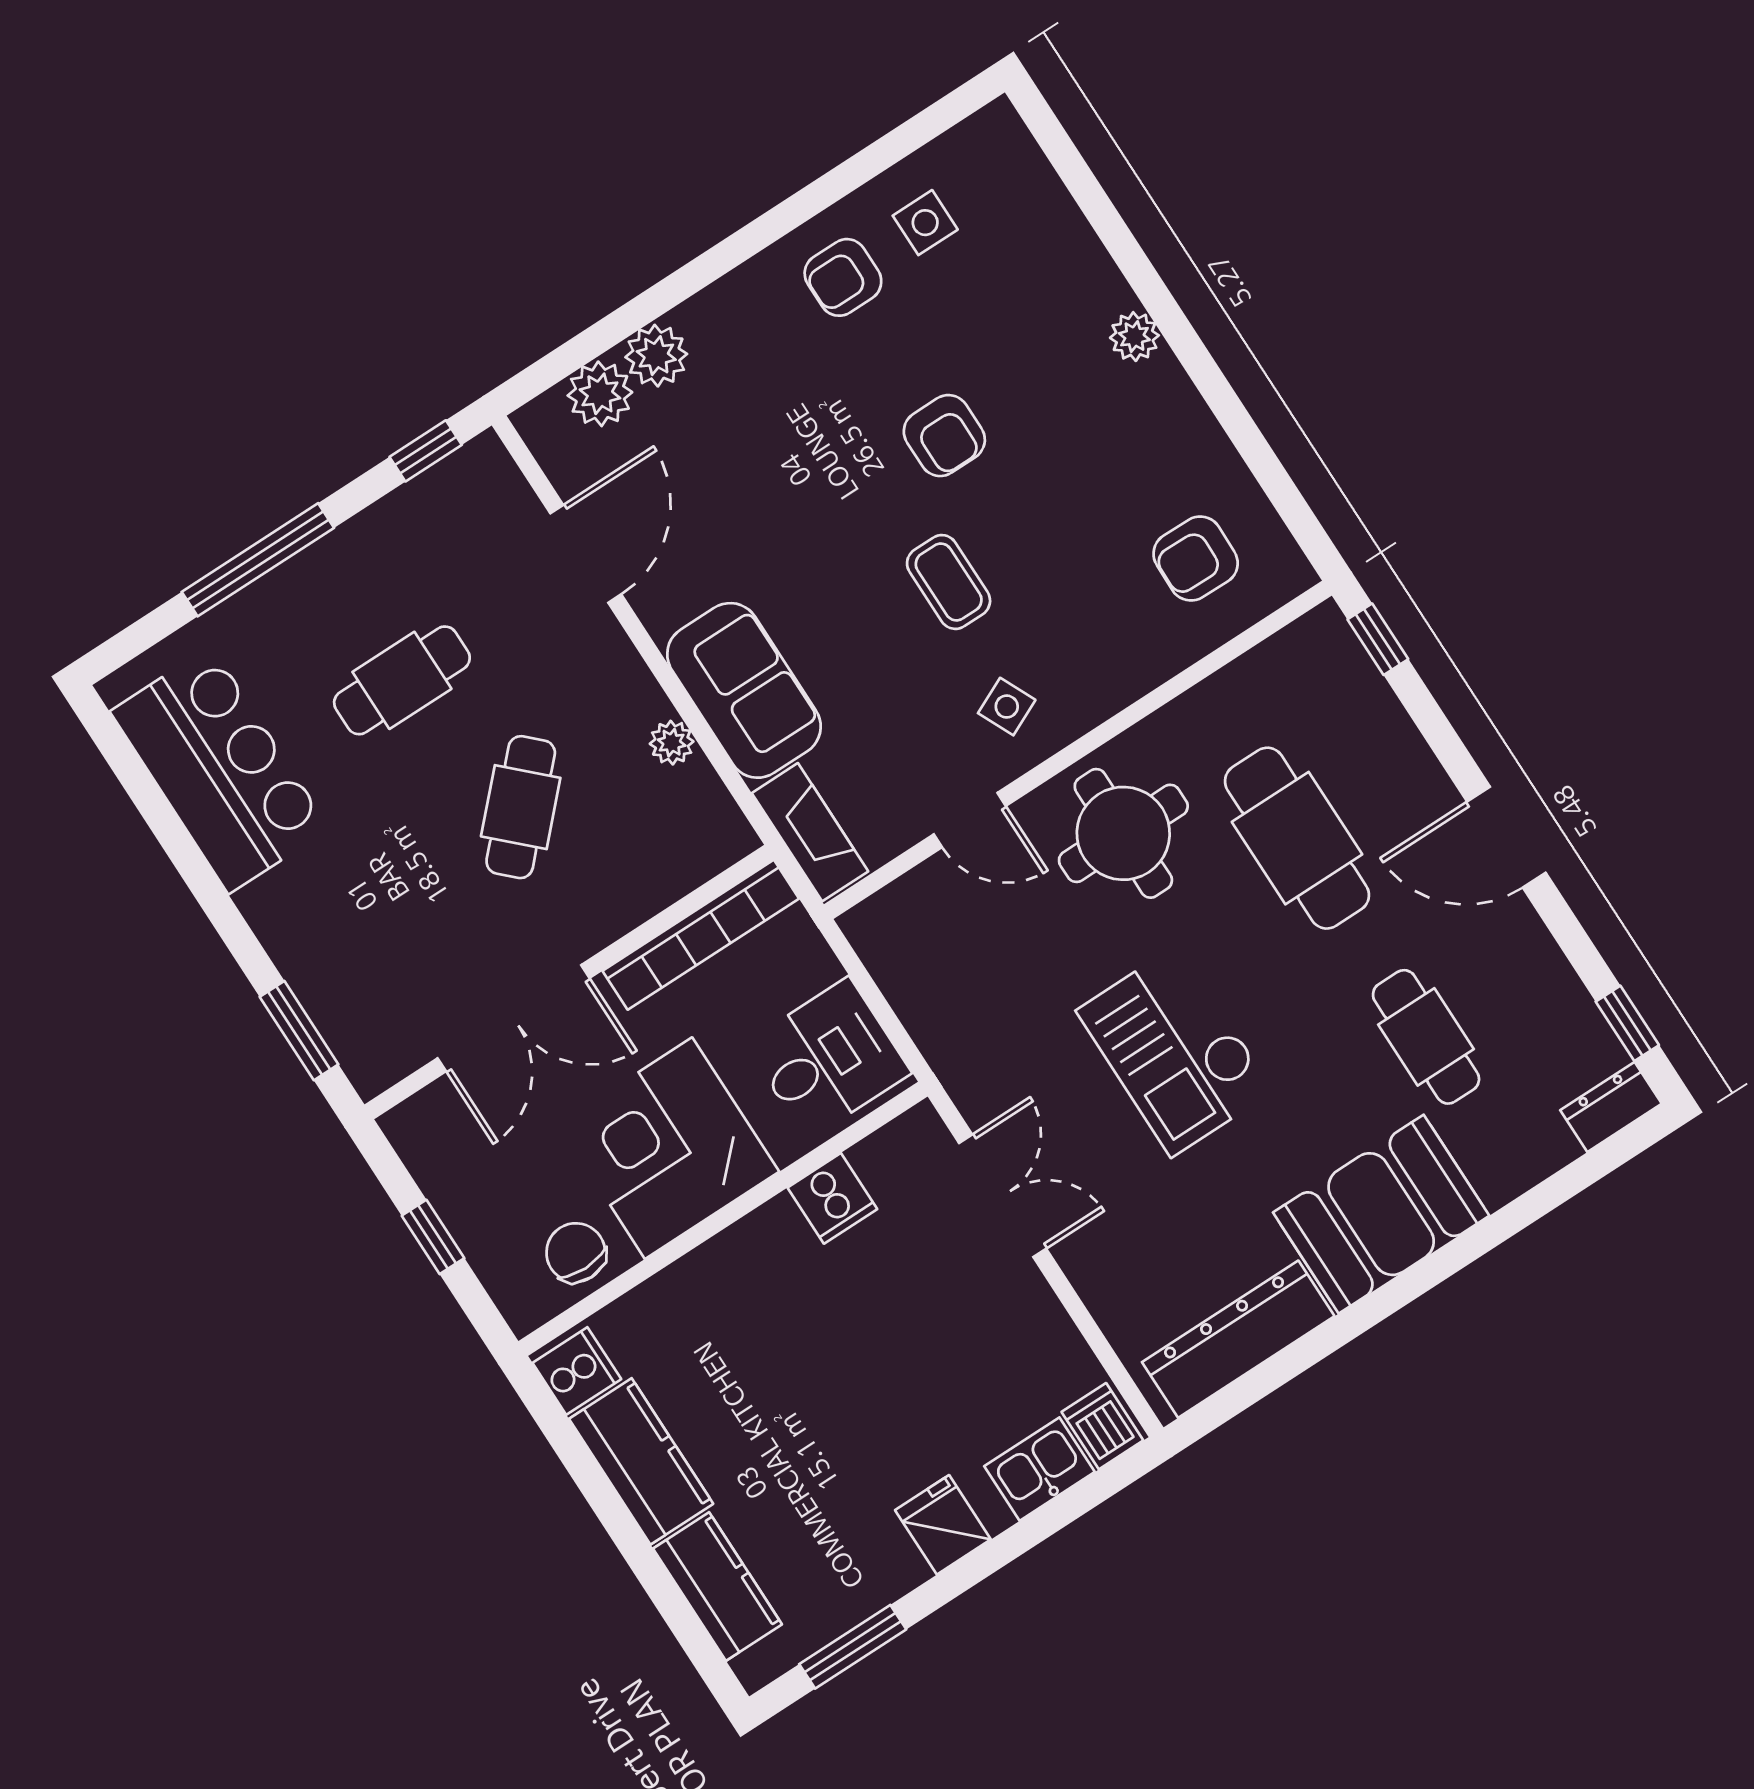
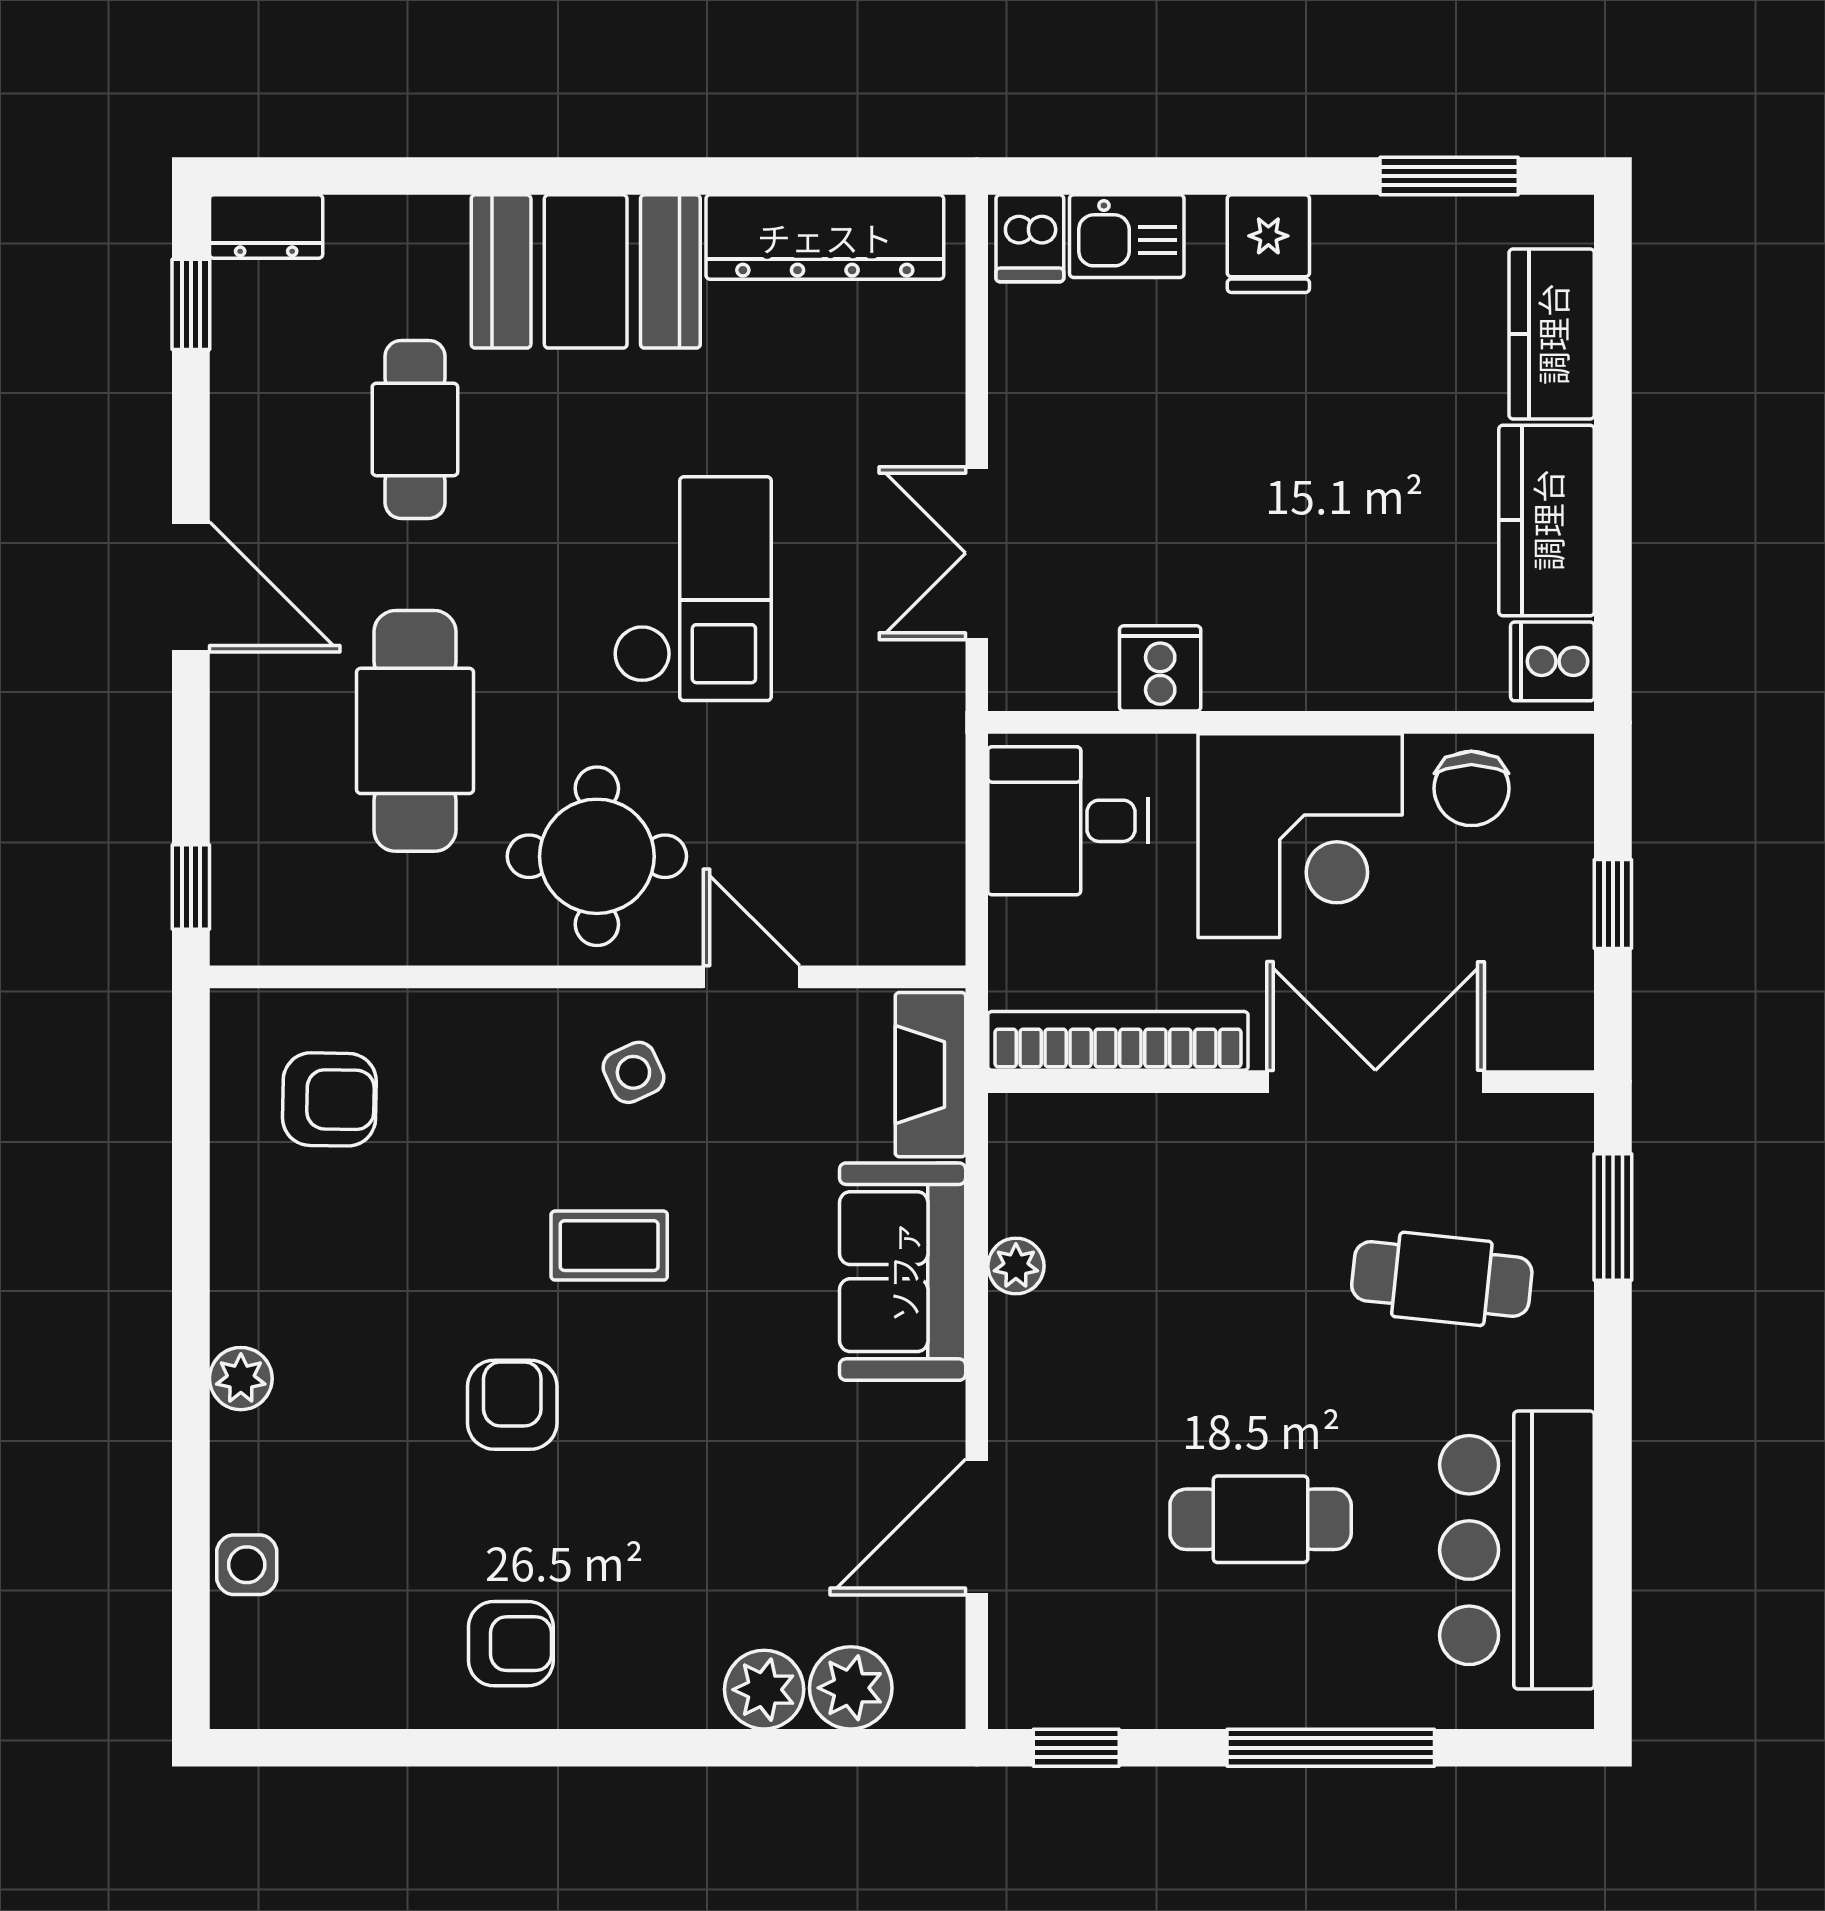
side table: (925, 223) -> (247, 1565), moved
coffee table: (949, 582) -> (609, 1246), turned 90
cafe table: (521, 807) -> (1442, 1279), moved, turned 52

